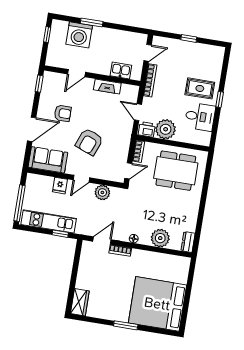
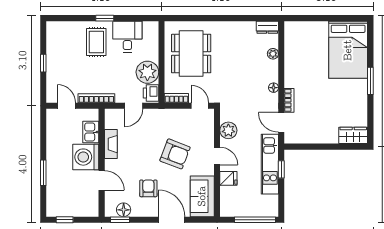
washing machine: (79, 35) -> (86, 157), moved, turned 180
floor lamp: (47, 88) -> (124, 210), added
kitchen unit: (49, 221) -> (270, 164), moved
plant: (160, 238) -> (273, 54), width x0.53, depth x0.53
bed: (157, 304) -> (348, 50), width x0.73

